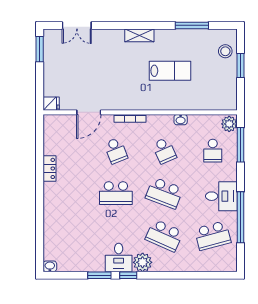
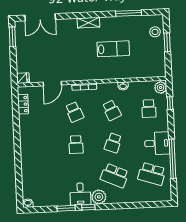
double door: (77, 25) -> (40, 17), width x1.37
window: (241, 145) -> (170, 103), width x0.46
locker: (50, 168) -> (23, 104), moved
school desk: (116, 193) -> (76, 145), width x0.54
school desk: (164, 193) -> (113, 143), width x0.54
school desk: (213, 236) -> (152, 174), turned 33

